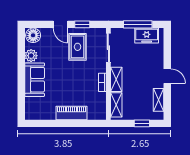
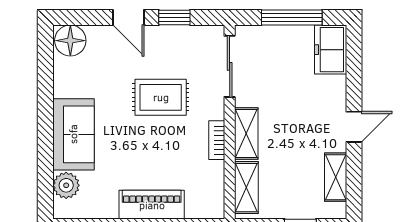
freezer: (147, 36) -> (331, 50), moved, turned 90
rug: (78, 47) -> (161, 97), moved, turned 90
plant: (31, 56) -> (66, 185), moved
door: (167, 76) -> (354, 127), hinge flipped

